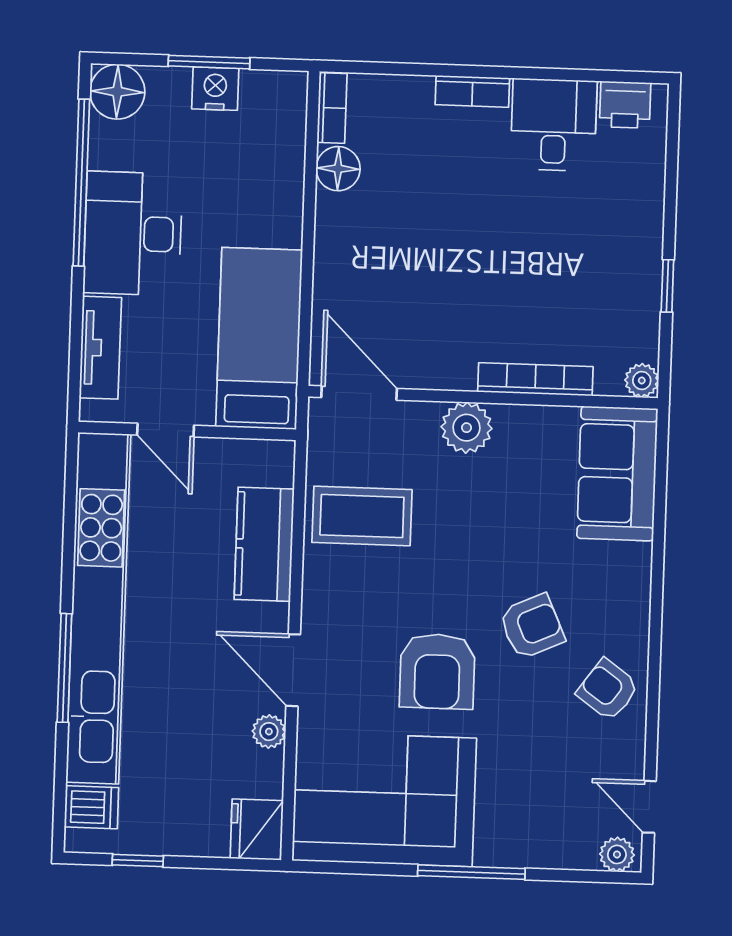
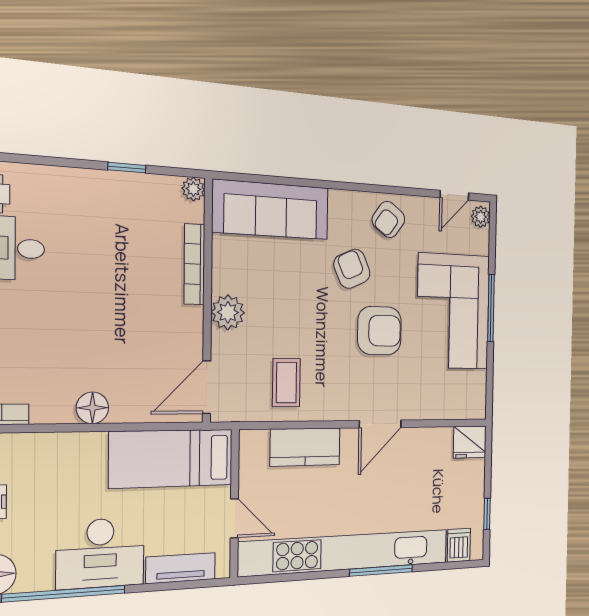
floor lamp: (338, 169) -> (92, 408), moved
door: (166, 430) -> (234, 518), hinge flipped
sofa: (617, 474) -> (271, 210), width x1.36
coffee table: (362, 516) -> (286, 383), width x0.73, depth x0.77
plant: (269, 732) -> (416, 438), removed
corner sofa: (384, 799) -> (453, 311), moved

